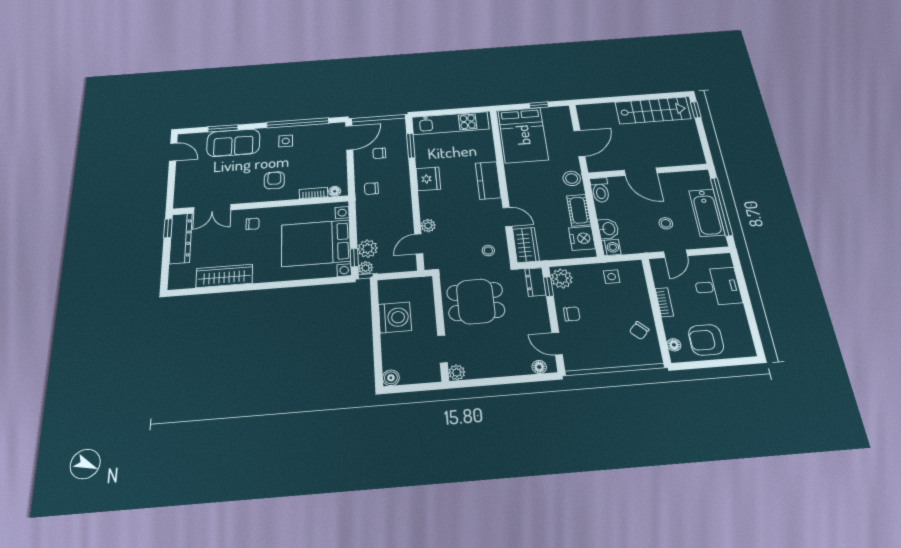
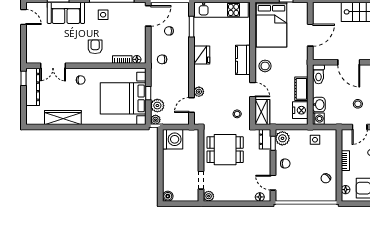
stool: (572, 178) -> (265, 66), moved
window: (354, 258) -> (148, 93), moved
washing machine: (395, 317) -> (173, 139), moved

